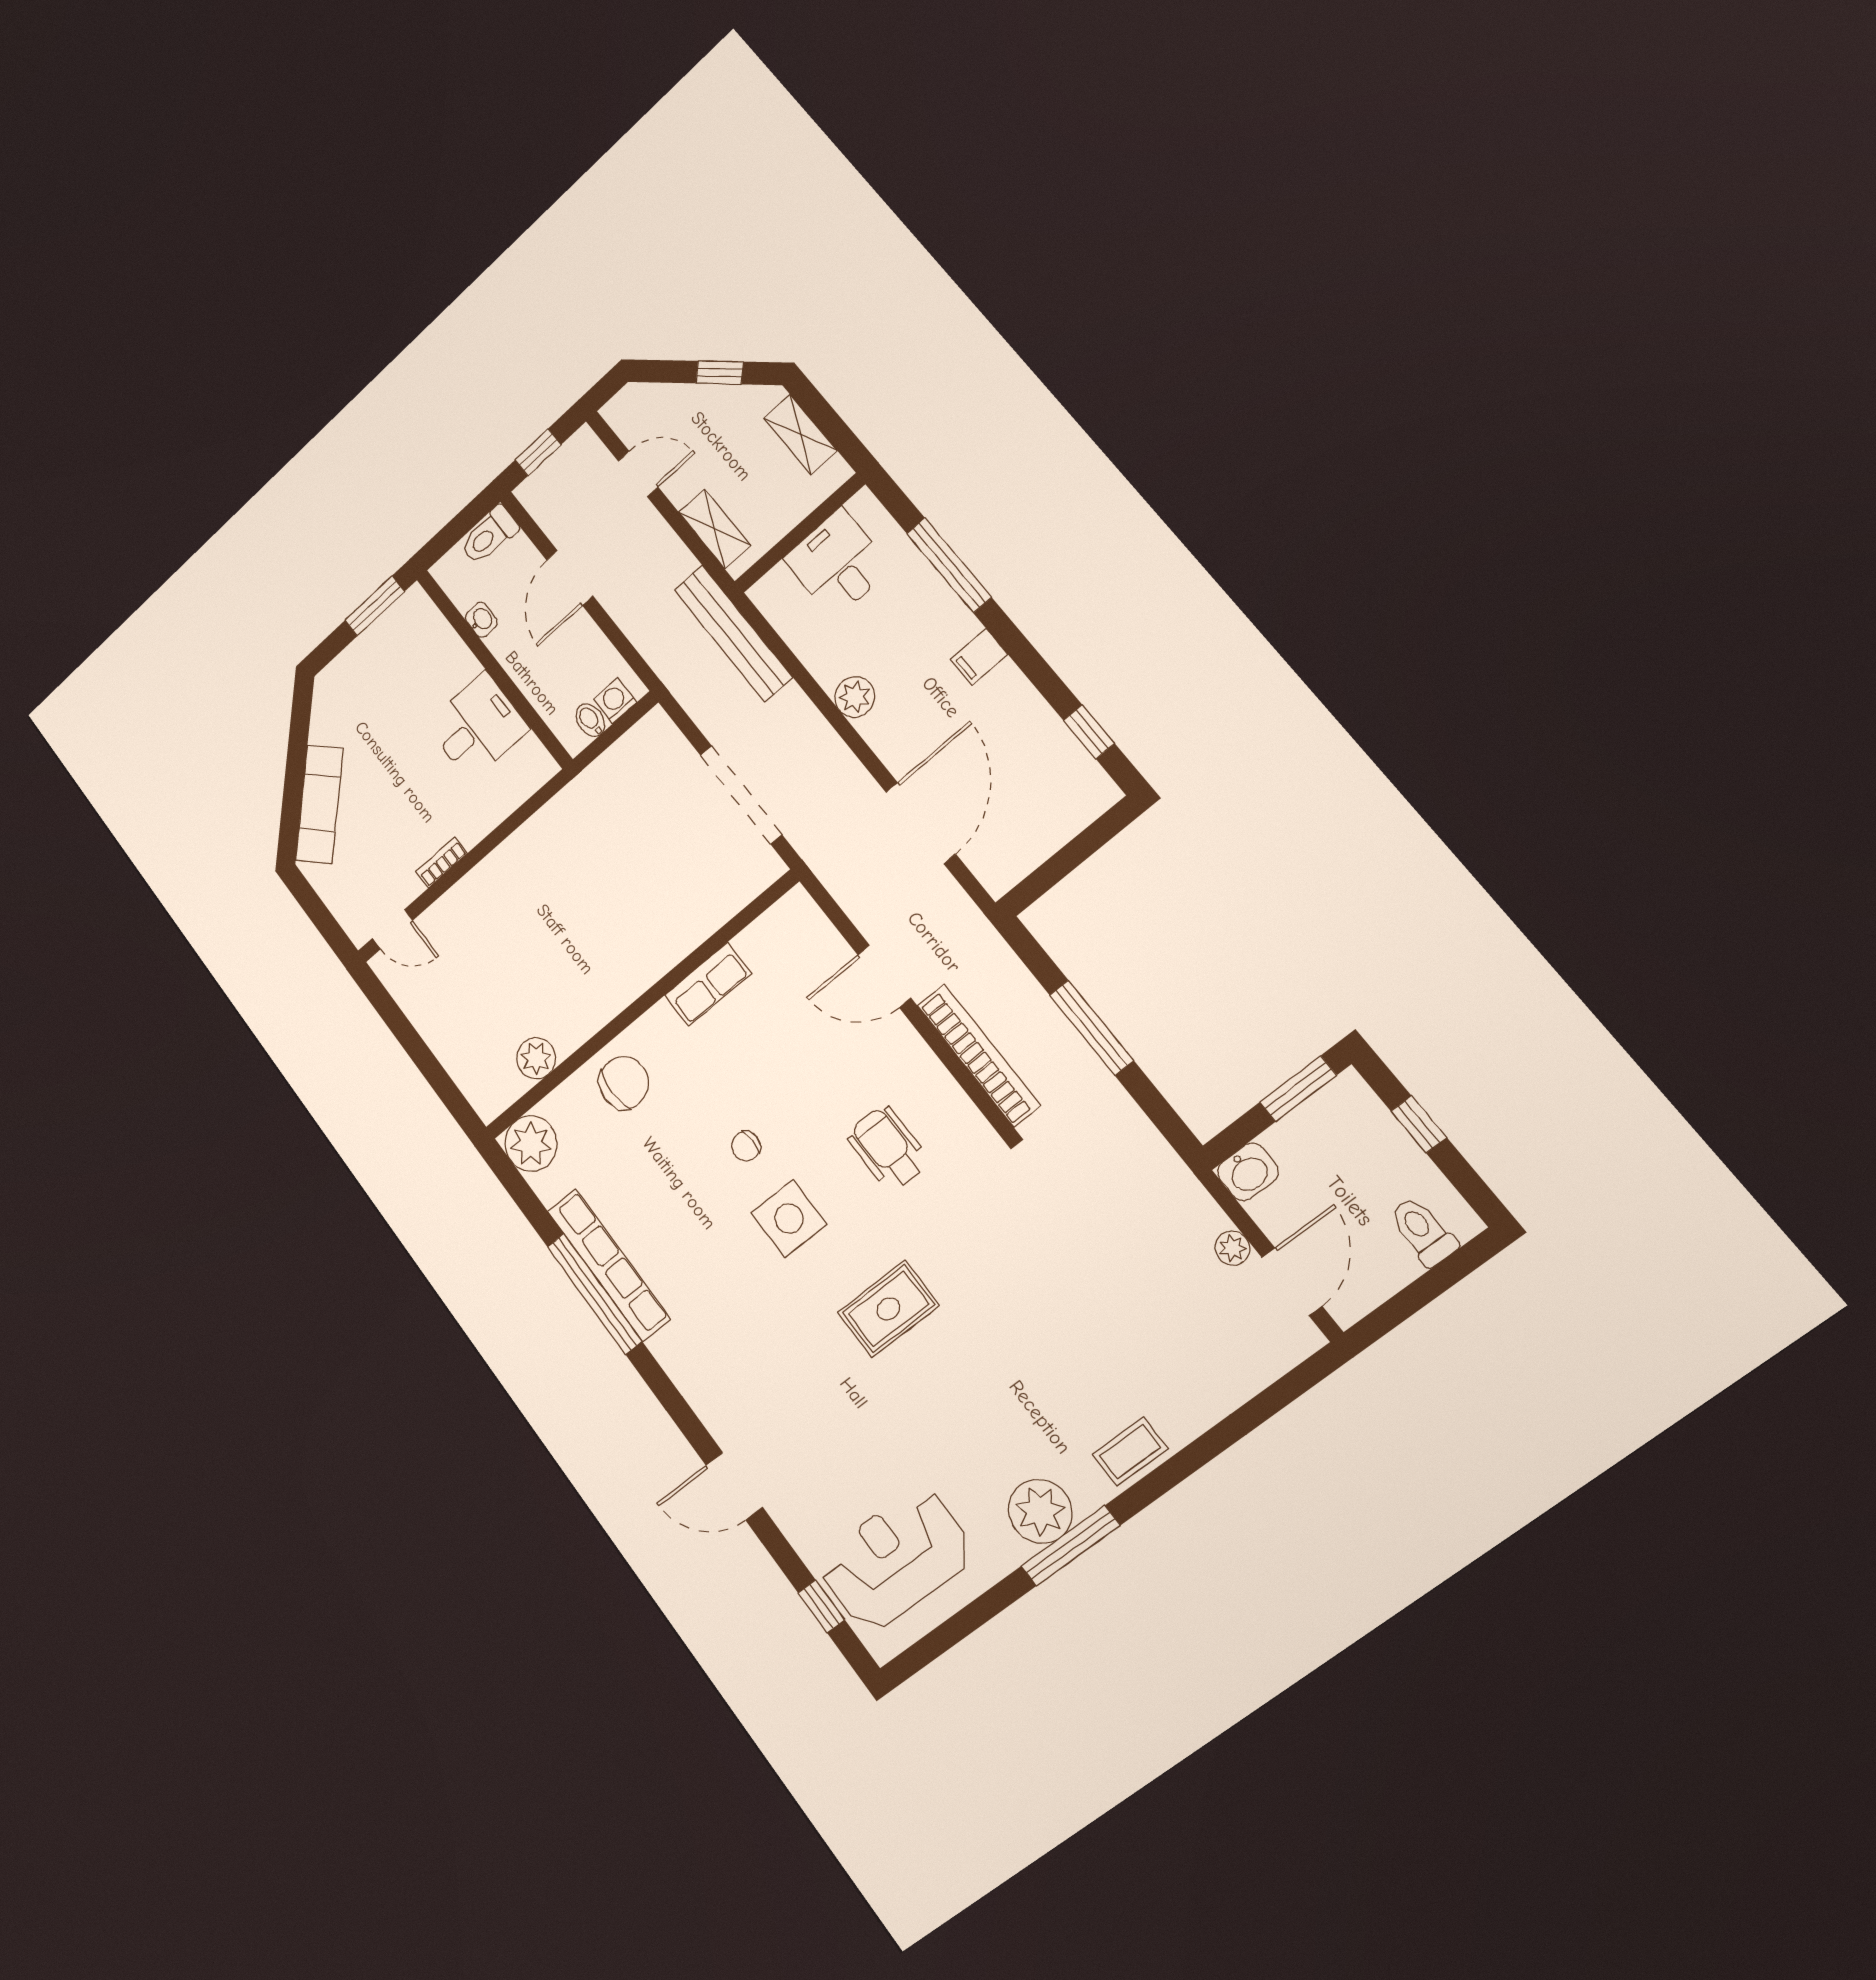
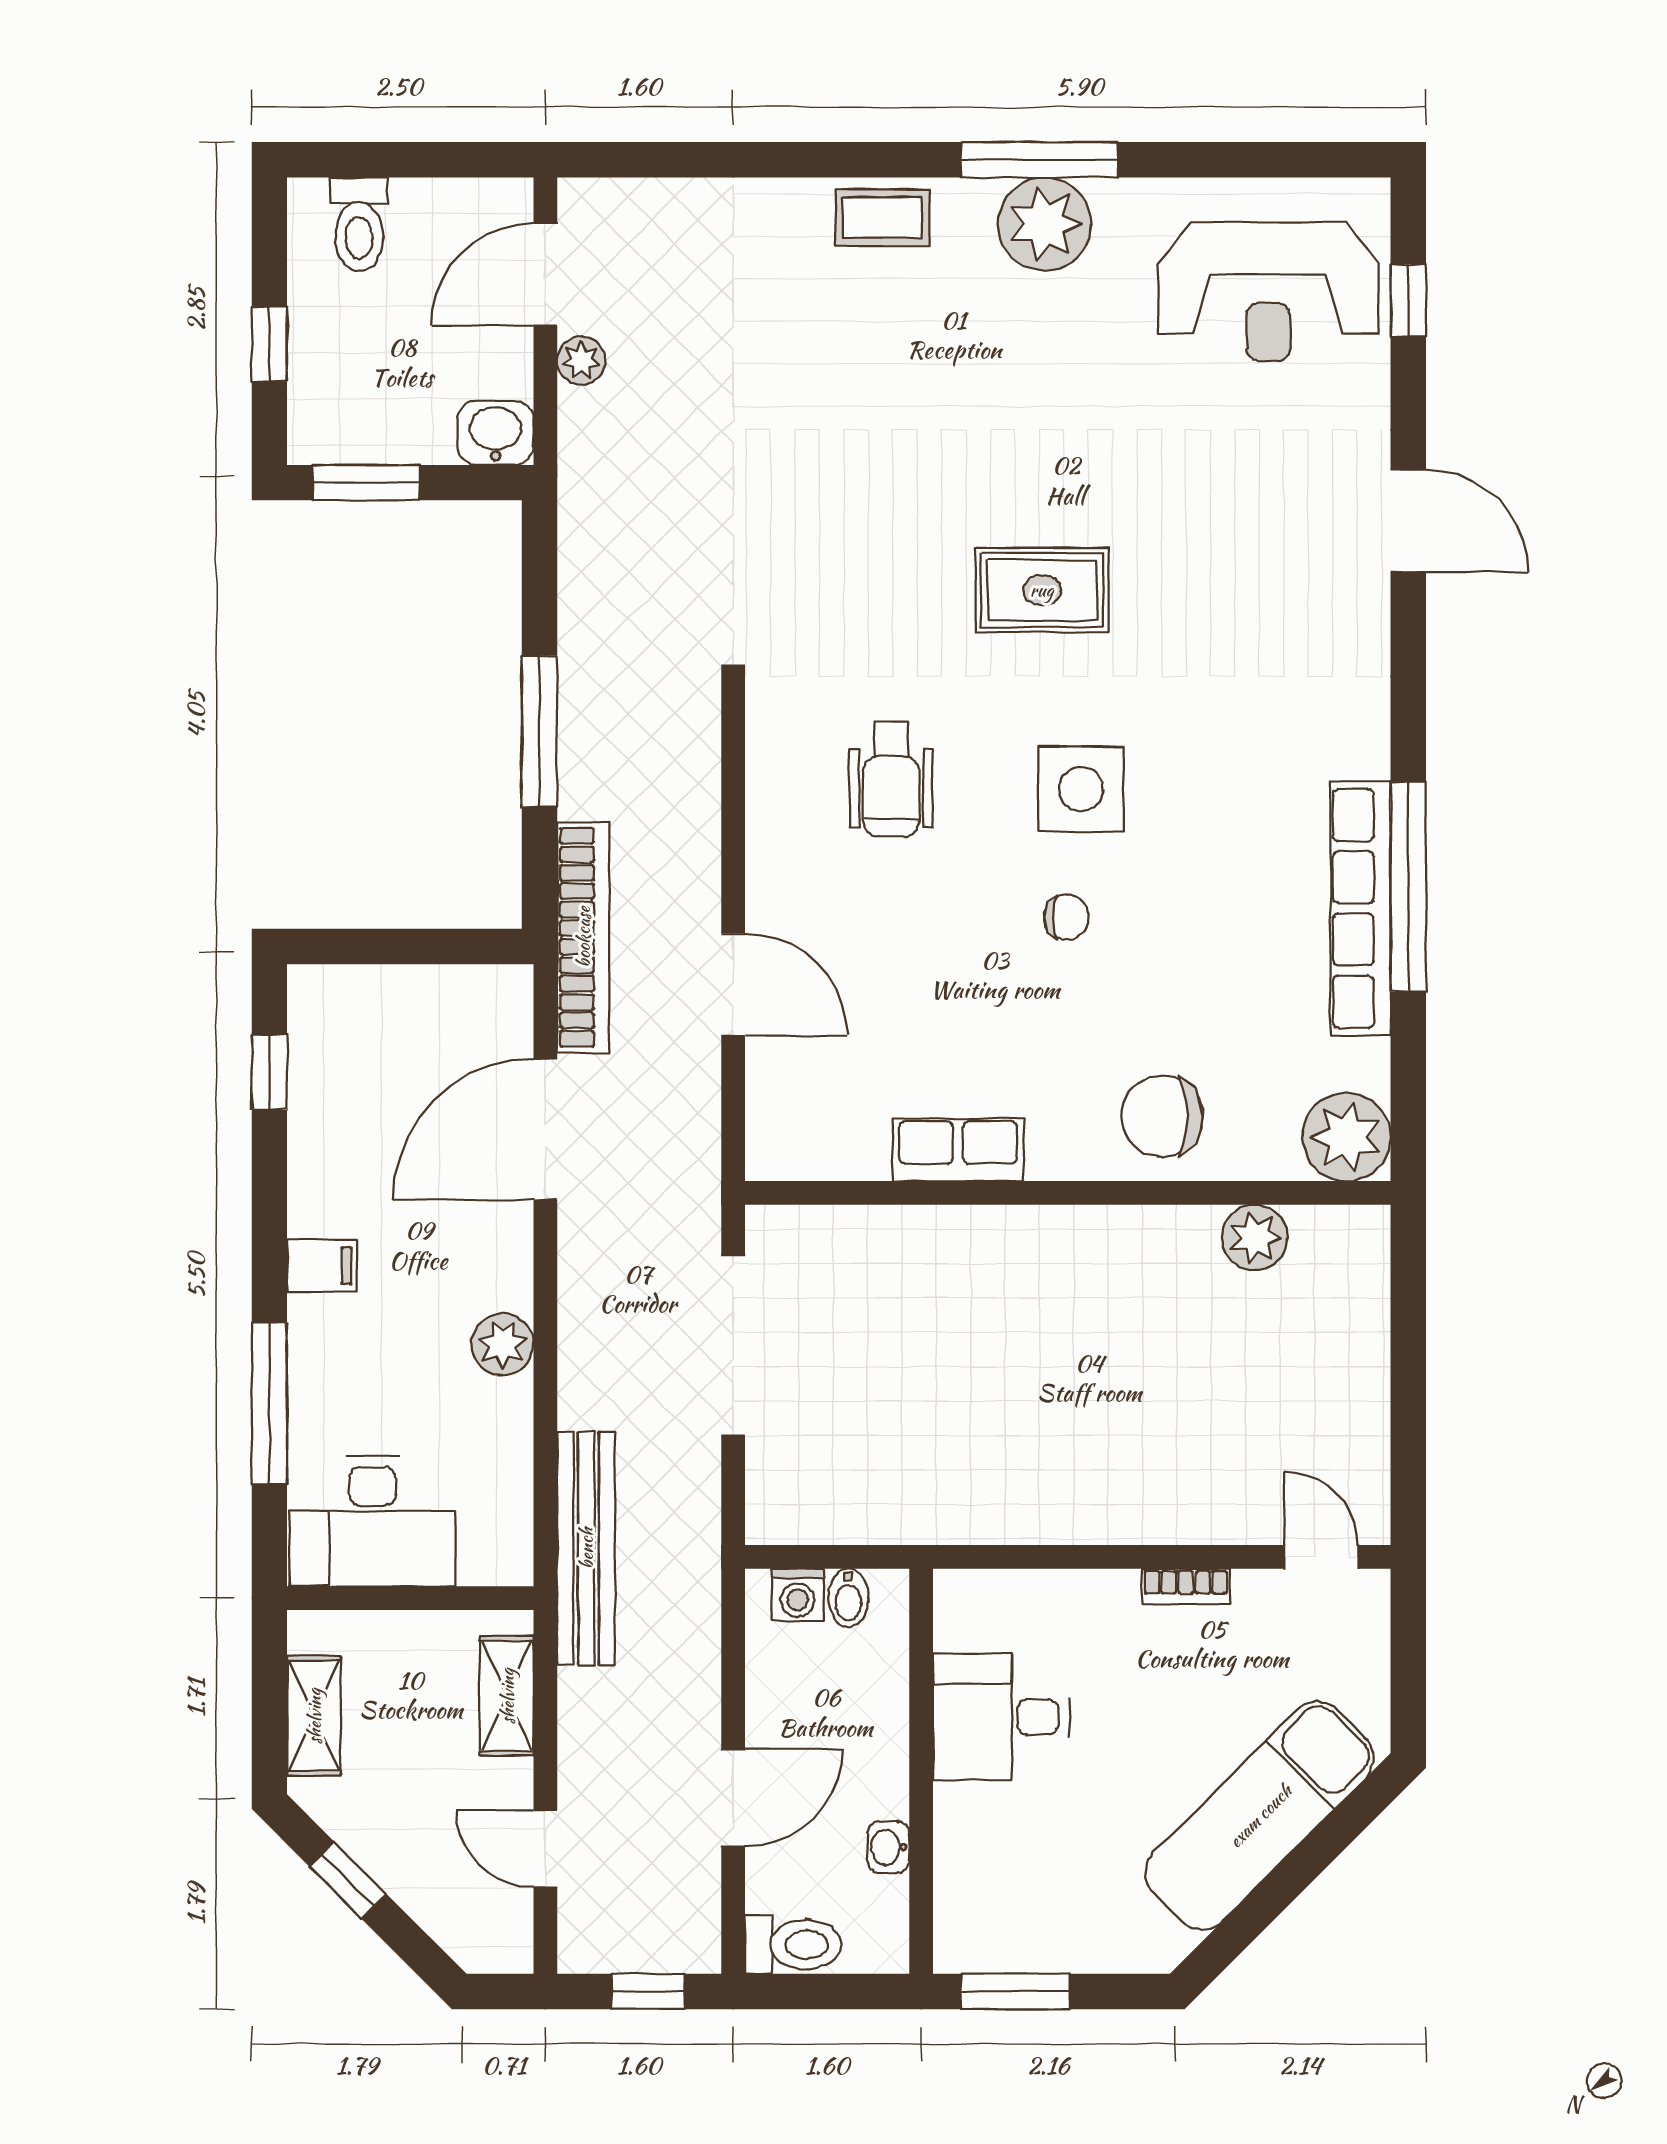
desk: (838, 563) -> (372, 1521), width x1.37
exam couch: (319, 804) -> (1260, 1816), width x1.36, depth x1.45
bookcase: (979, 1055) -> (583, 937), moved, turned 180

